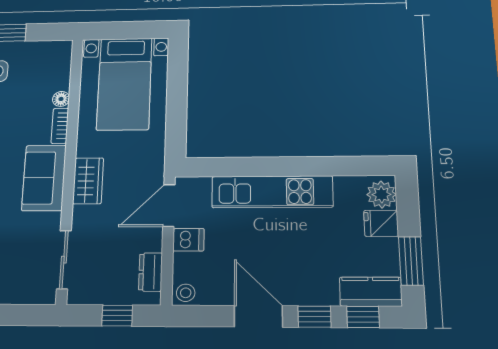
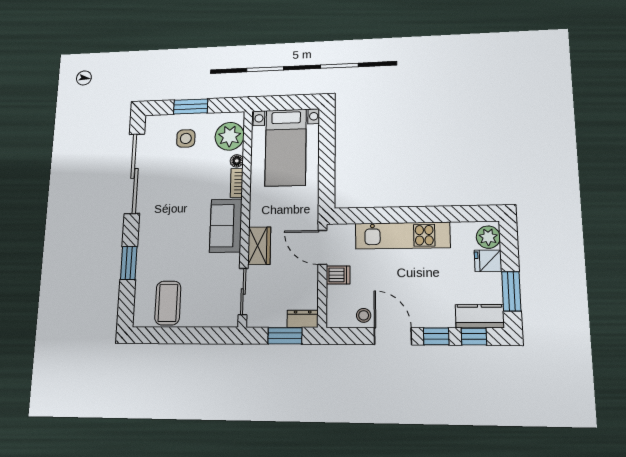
plant: (53, 69) -> (230, 136), added
wardrobe: (88, 181) -> (259, 246), moved
door: (169, 205) -> (322, 247), hinge flipped
dresser: (150, 272) -> (303, 319), moved, turned 90
stool: (186, 293) -> (364, 315), moved
window: (117, 316) -> (285, 336), width x1.50

